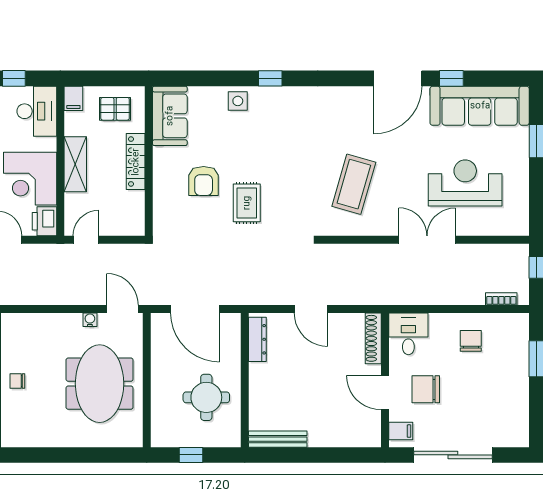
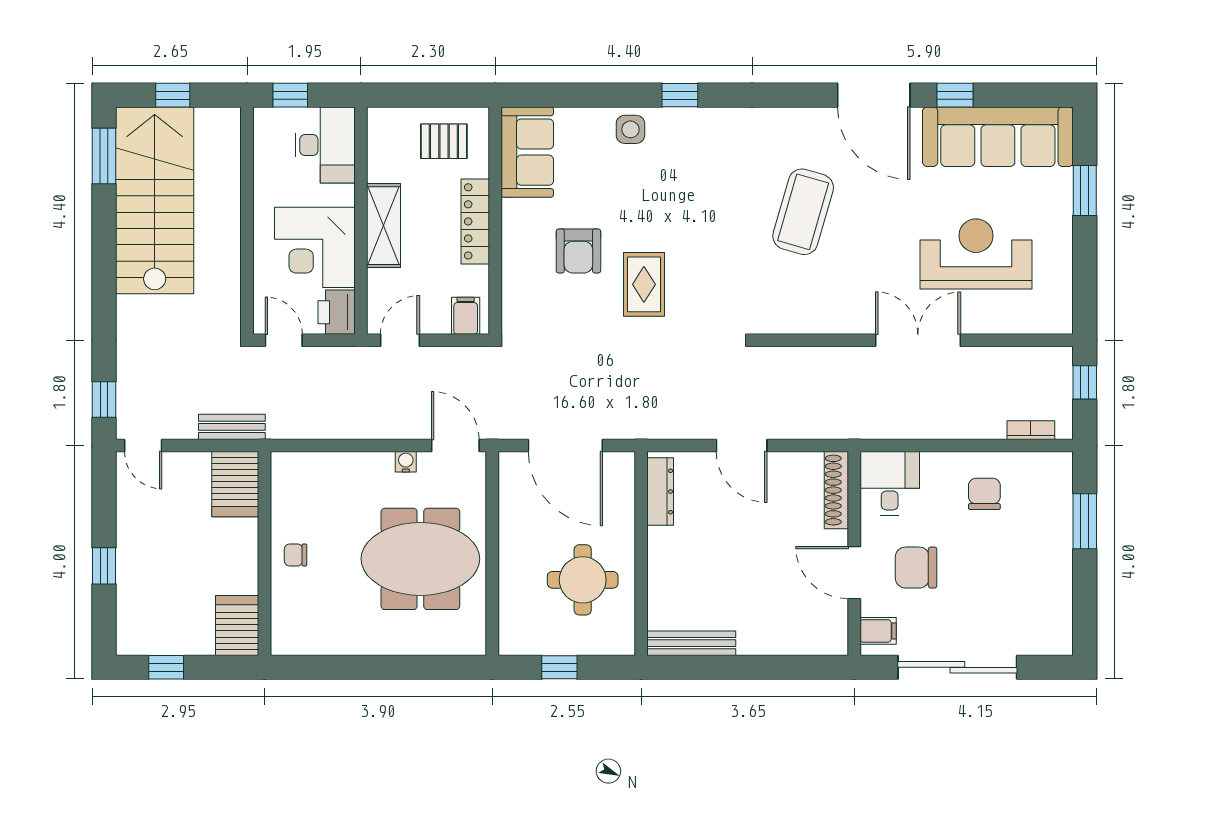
door: (398, 78) -> (874, 95), hinge flipped
filing cabinet: (73, 98) -> (466, 316), moved, turned 180
coffee table: (354, 184) -> (803, 212), moved
meeting table: (100, 384) -> (420, 559), turned 90

